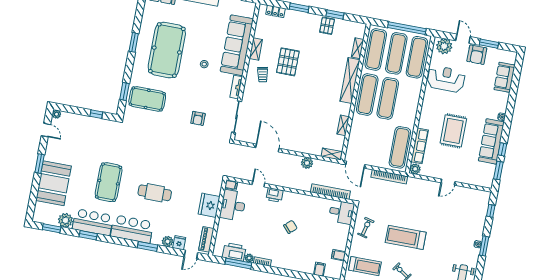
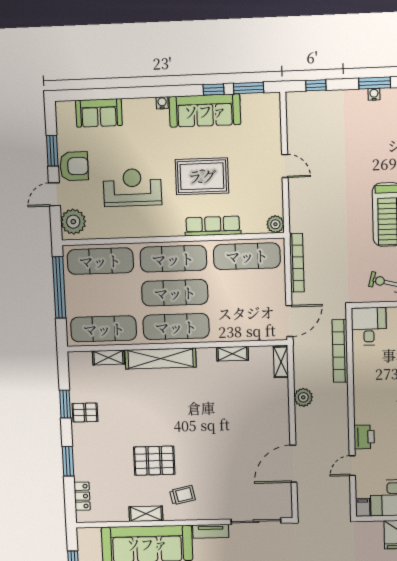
exercise mat: (396, 53) -> (173, 259), moved
reception desk: (446, 79) -> (132, 187), moved, turned 90
row of seats: (420, 146) -> (213, 226), moved

